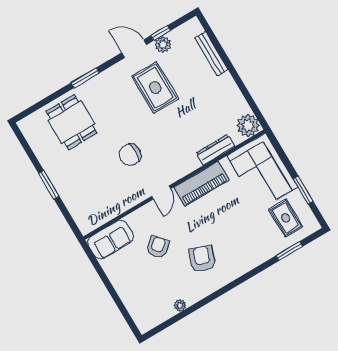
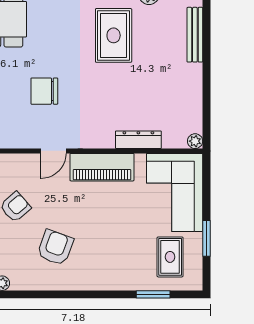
plant: (248, 126) -> (195, 141), width x0.53, depth x0.53

